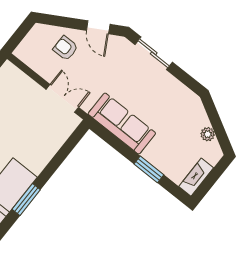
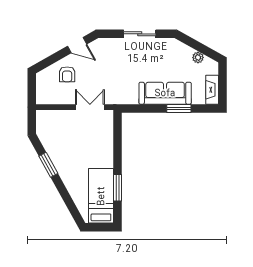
armchair: (65, 48) -> (67, 74), turned -90
sliding door: (154, 53) -> (140, 34), moved
sofa: (122, 124) -> (165, 93), moved

